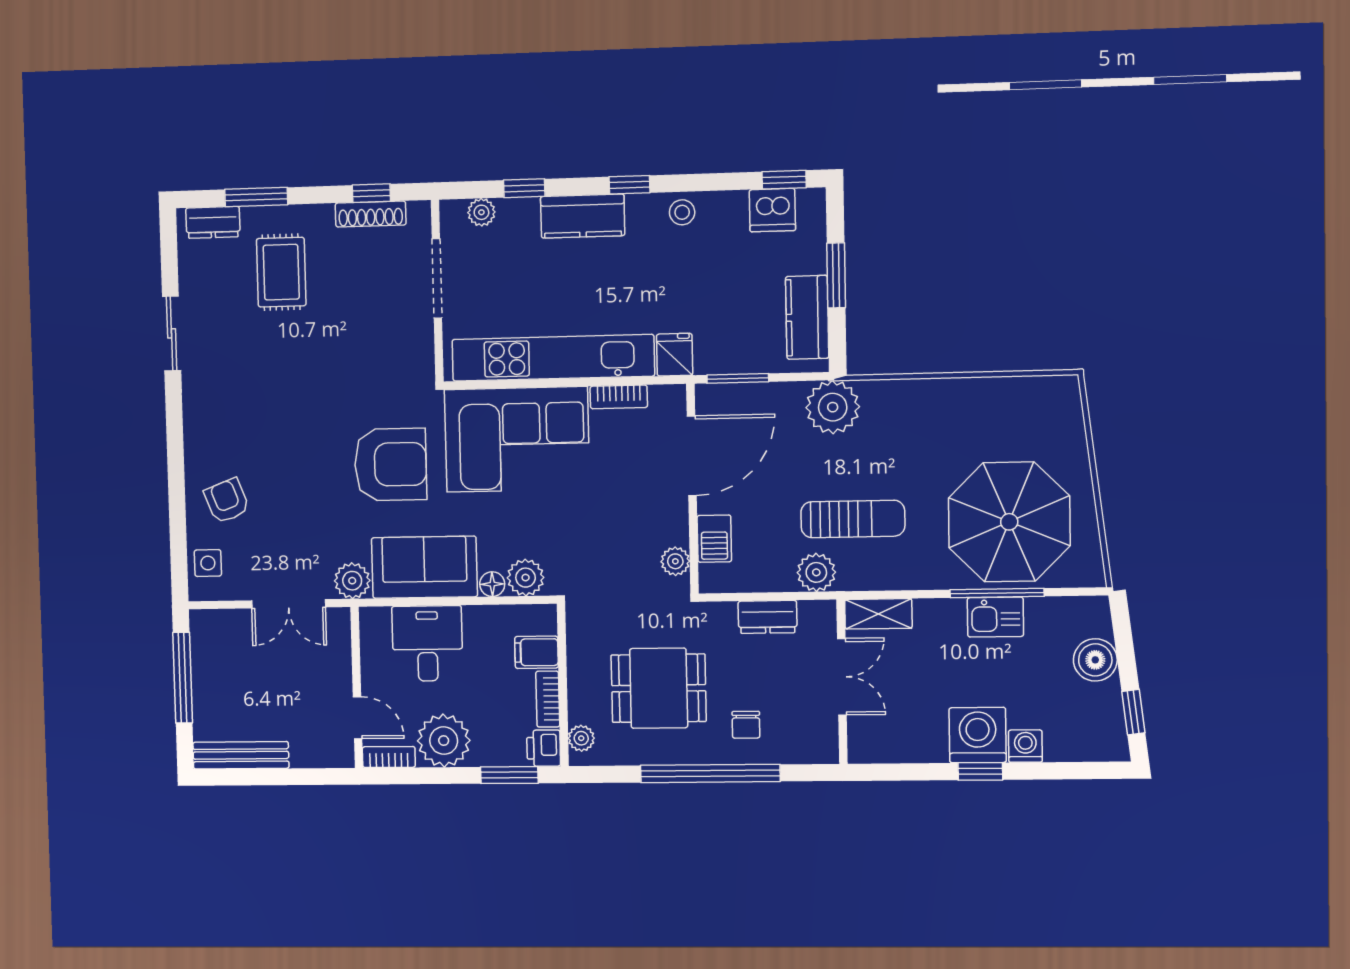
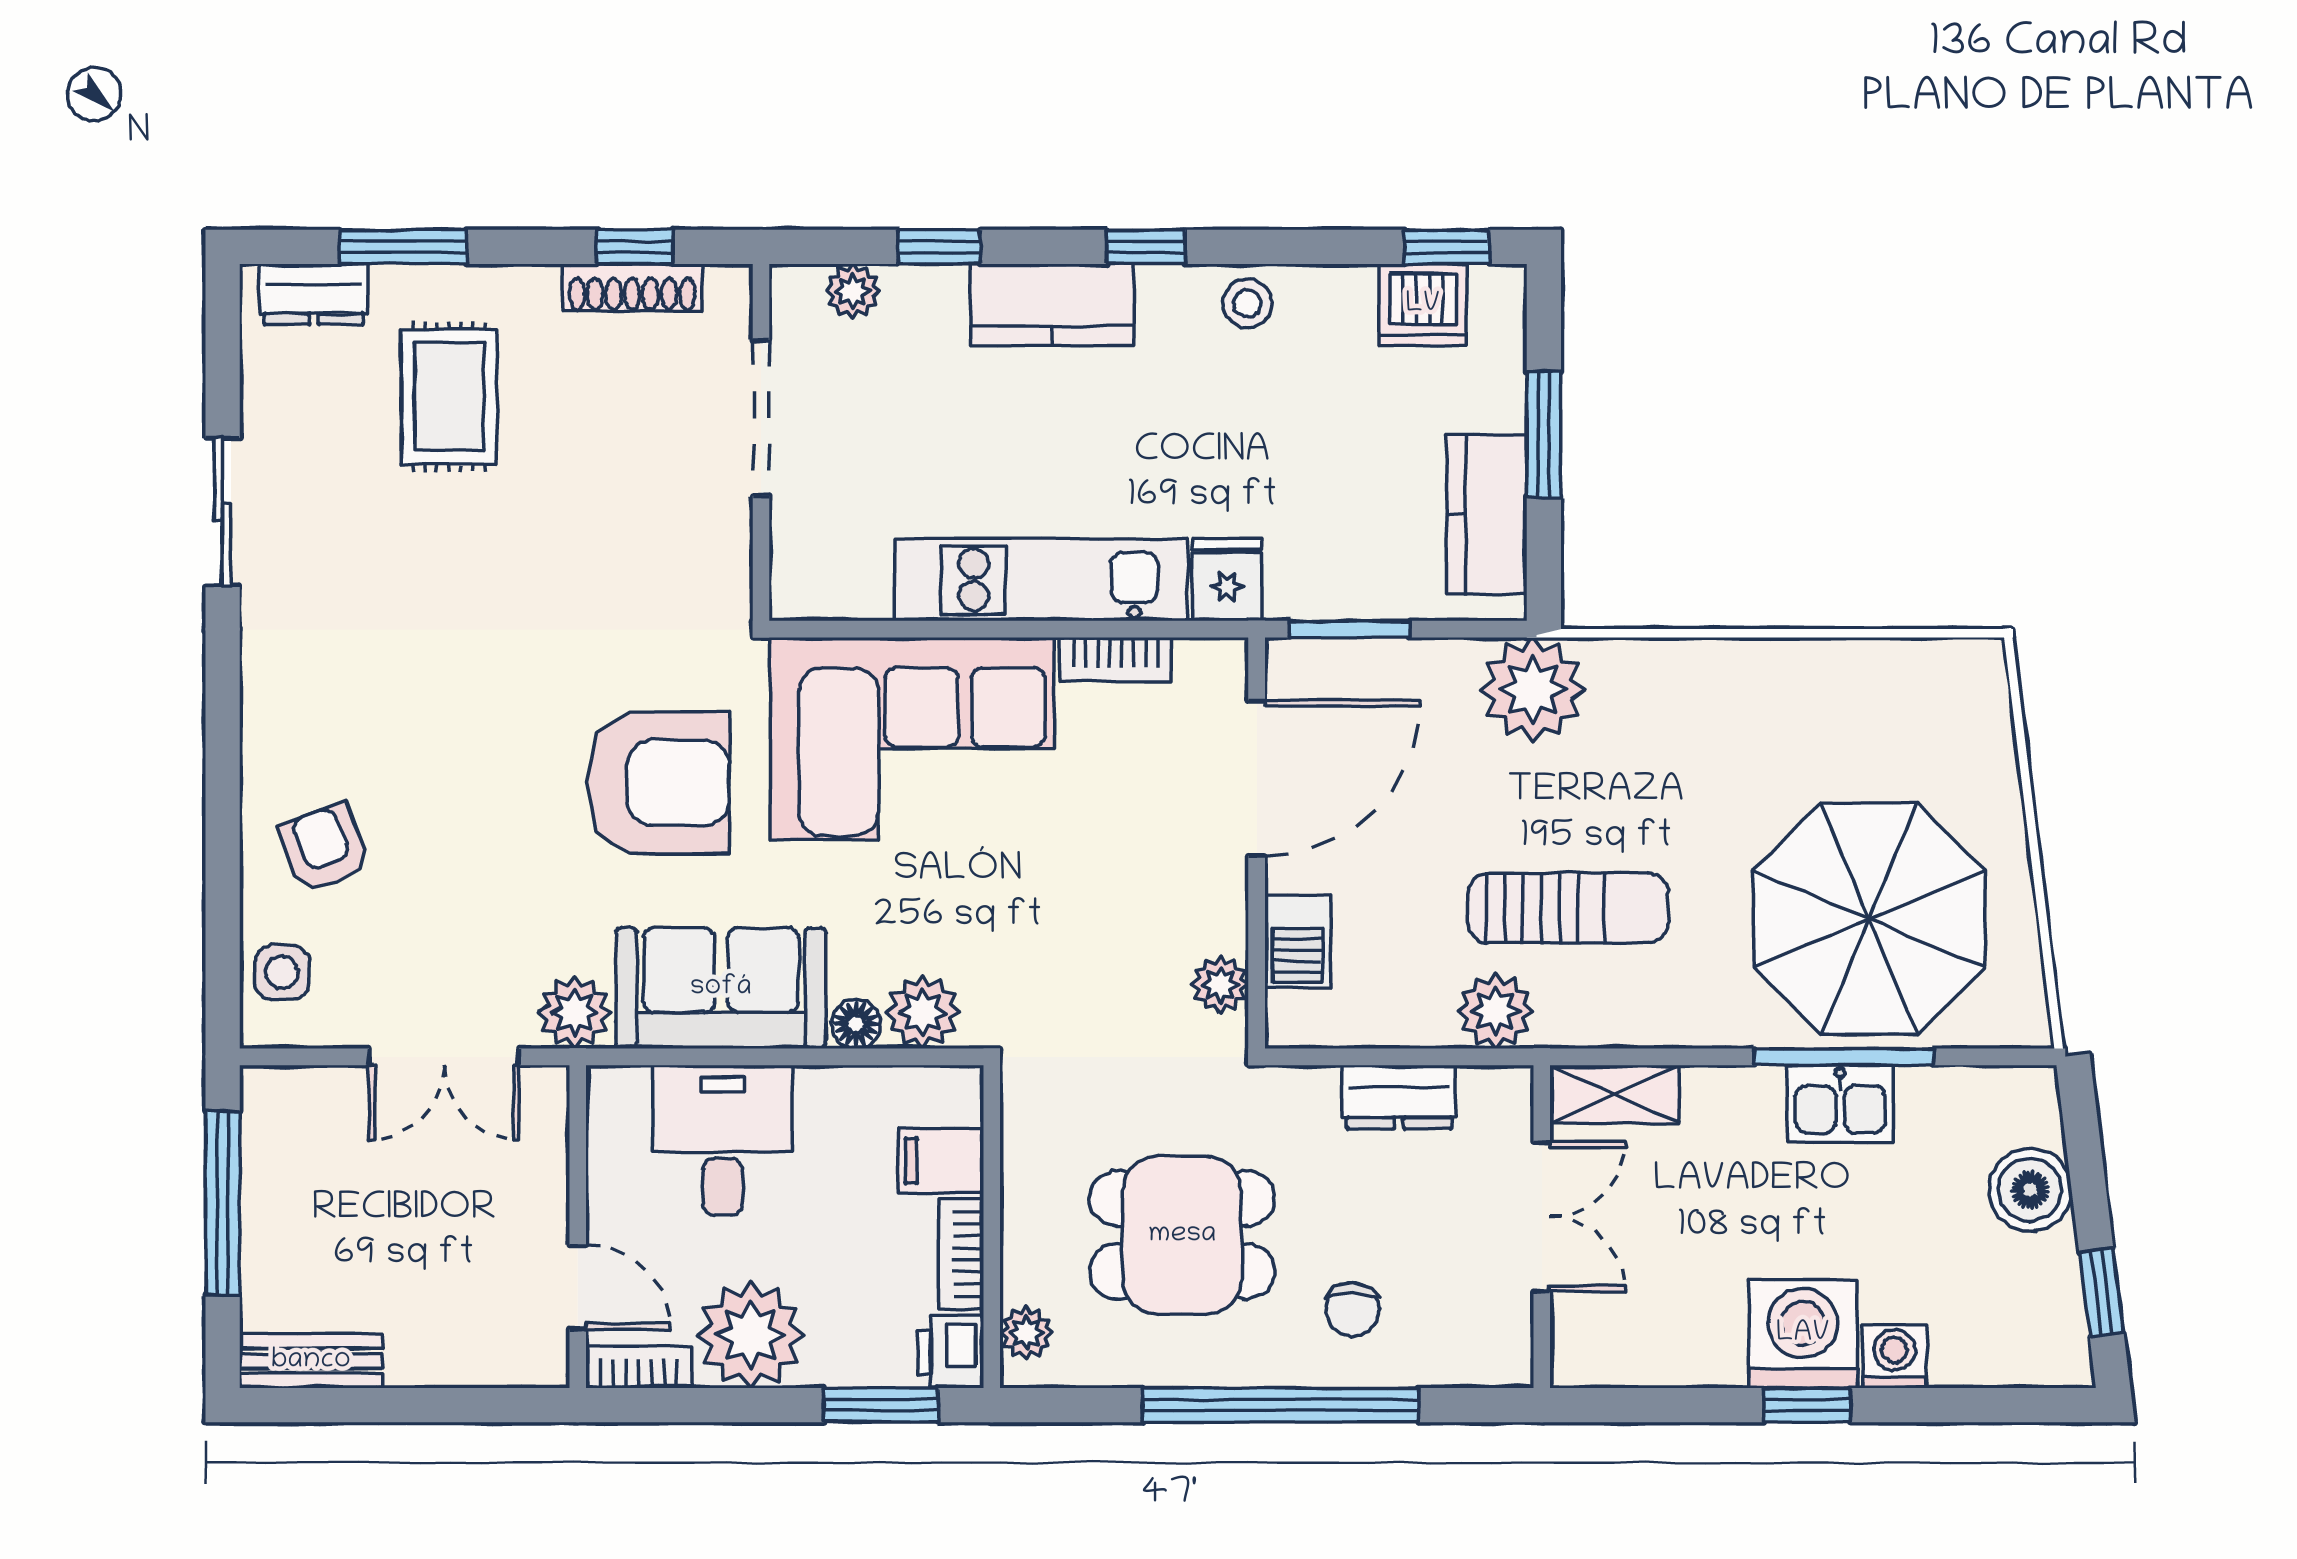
kitchen unit: (553, 358) -> (1041, 580), width x0.73
bench: (241, 755) -> (311, 1361), width x0.73

